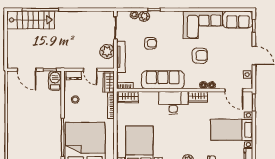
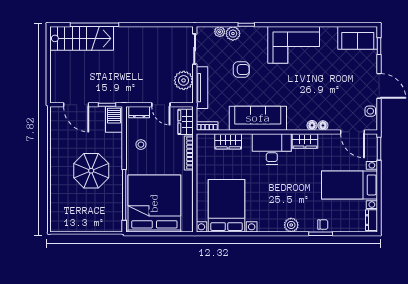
corner sofa: (203, 25) -> (294, 45), moved
armchair: (200, 56) -> (307, 86), removed
wardrobe: (128, 97) -> (228, 141), moved
parasol: (38, 119) -> (91, 171), added

